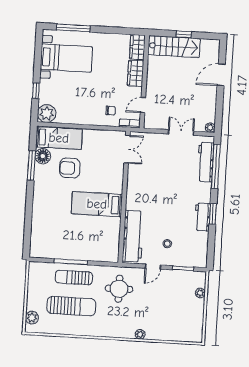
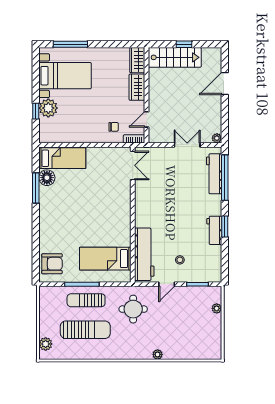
plant: (47, 114) -> (48, 108), moved
armchair: (70, 168) -> (52, 264), moved, turned 180
bed: (97, 204) -> (105, 259), moved

